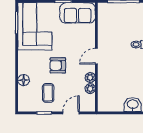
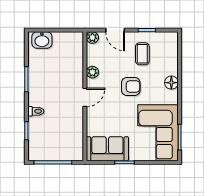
floor lamp: (24, 80) -> (171, 83), moved
plant: (90, 89) -> (92, 38), moved
door: (71, 113) -> (115, 30), hinge flipped

